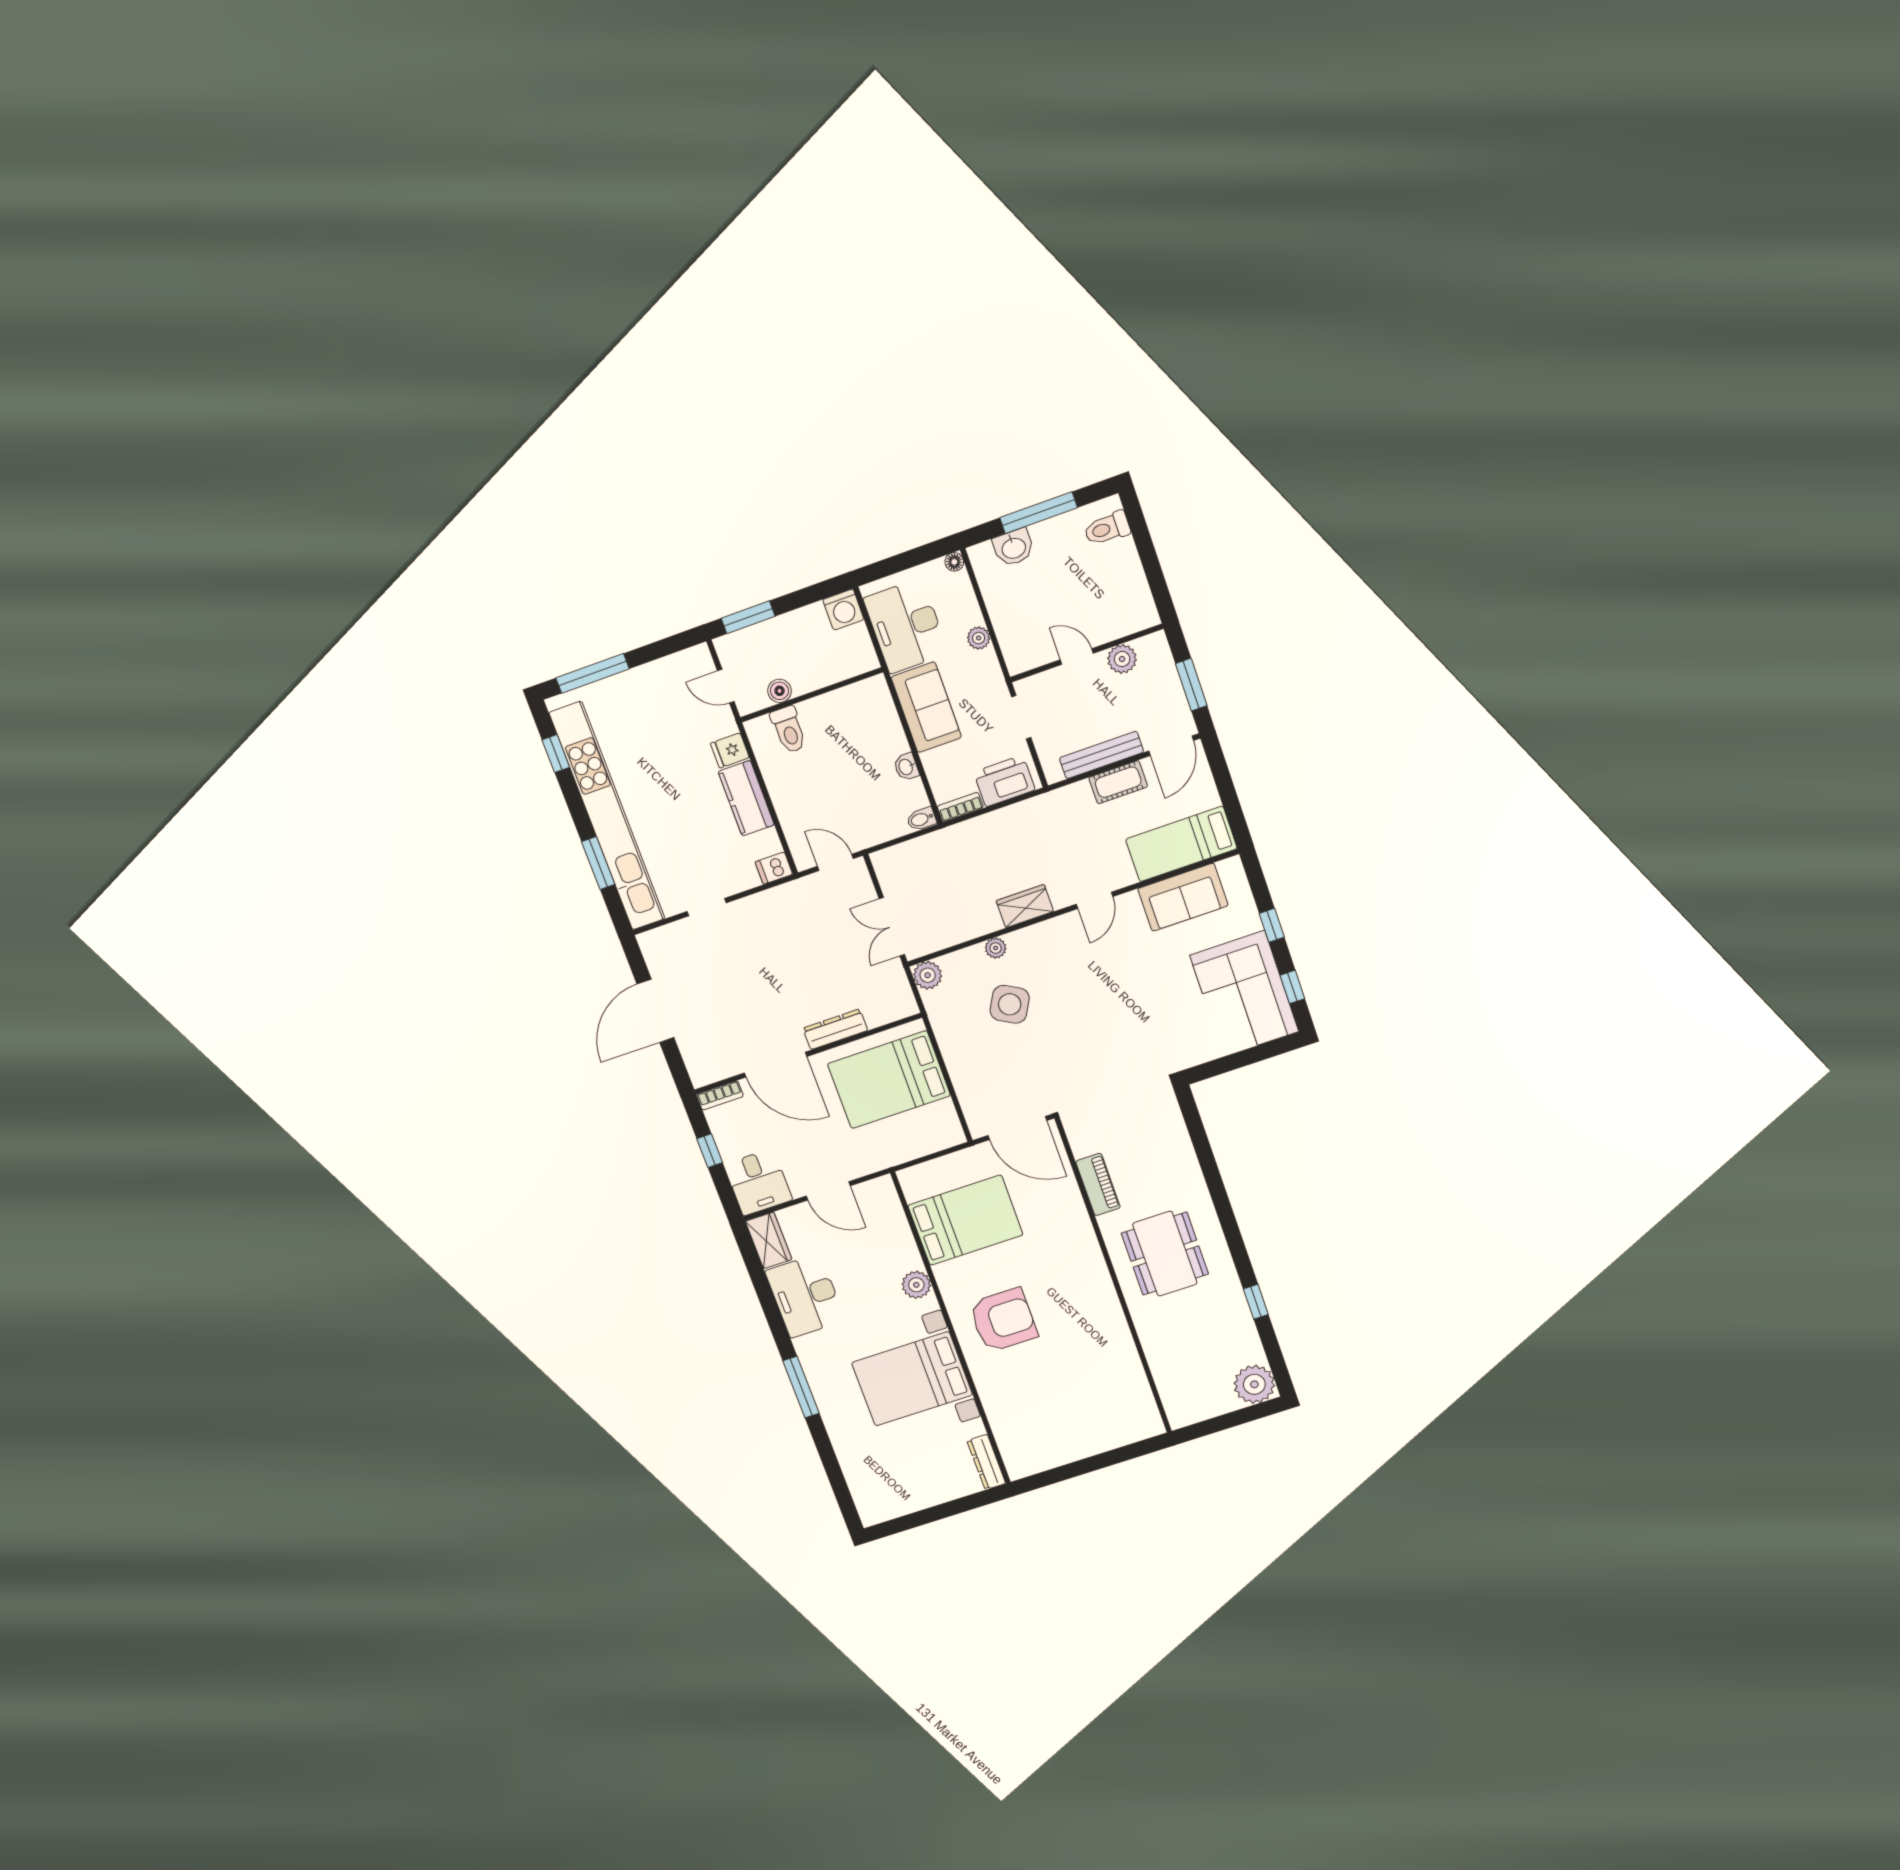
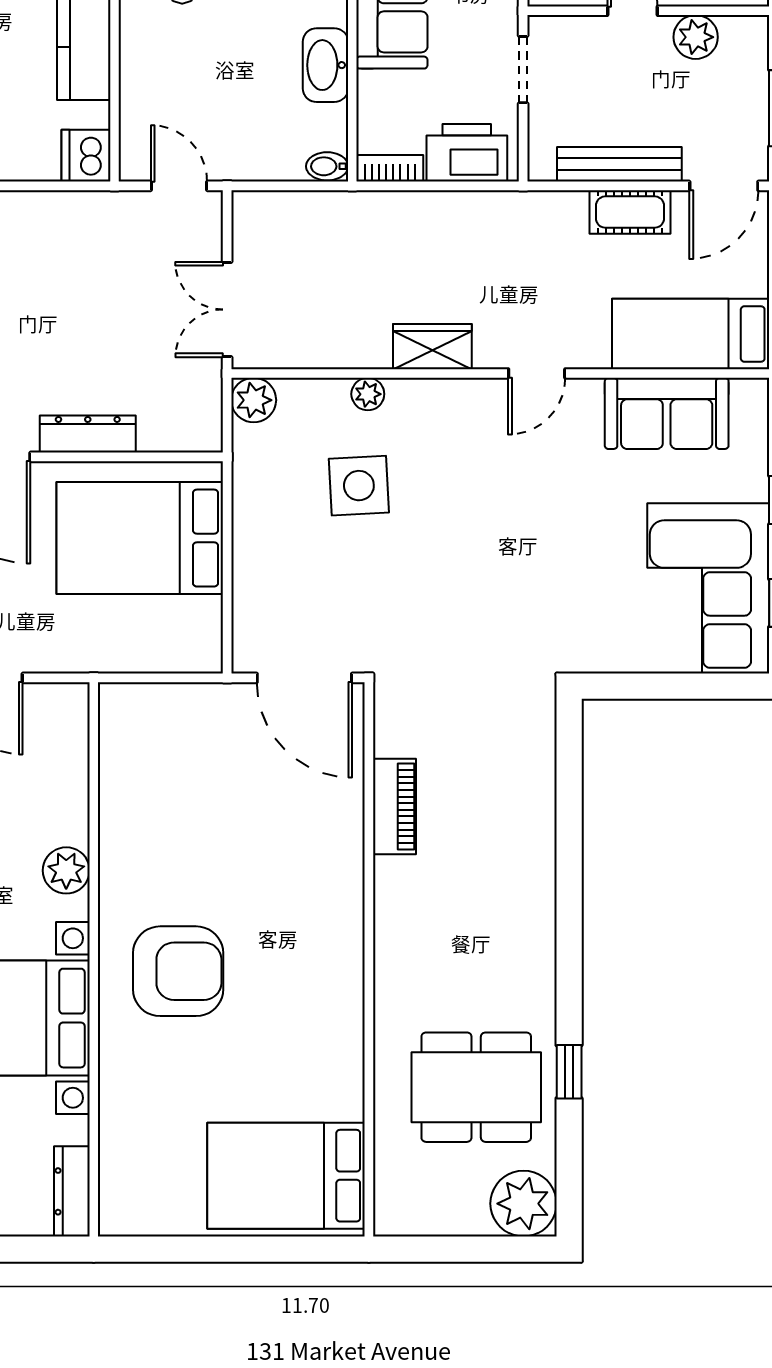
washbasin: (906, 767) -> (325, 65), width x1.91, depth x1.45
dishwasher: (774, 868) -> (86, 156), width x1.38
side table: (1010, 1004) -> (359, 486), turned -32
bed: (965, 1220) -> (286, 1176), moved, turned 180
dining table: (1165, 1254) -> (476, 1087), moved, turned 90

